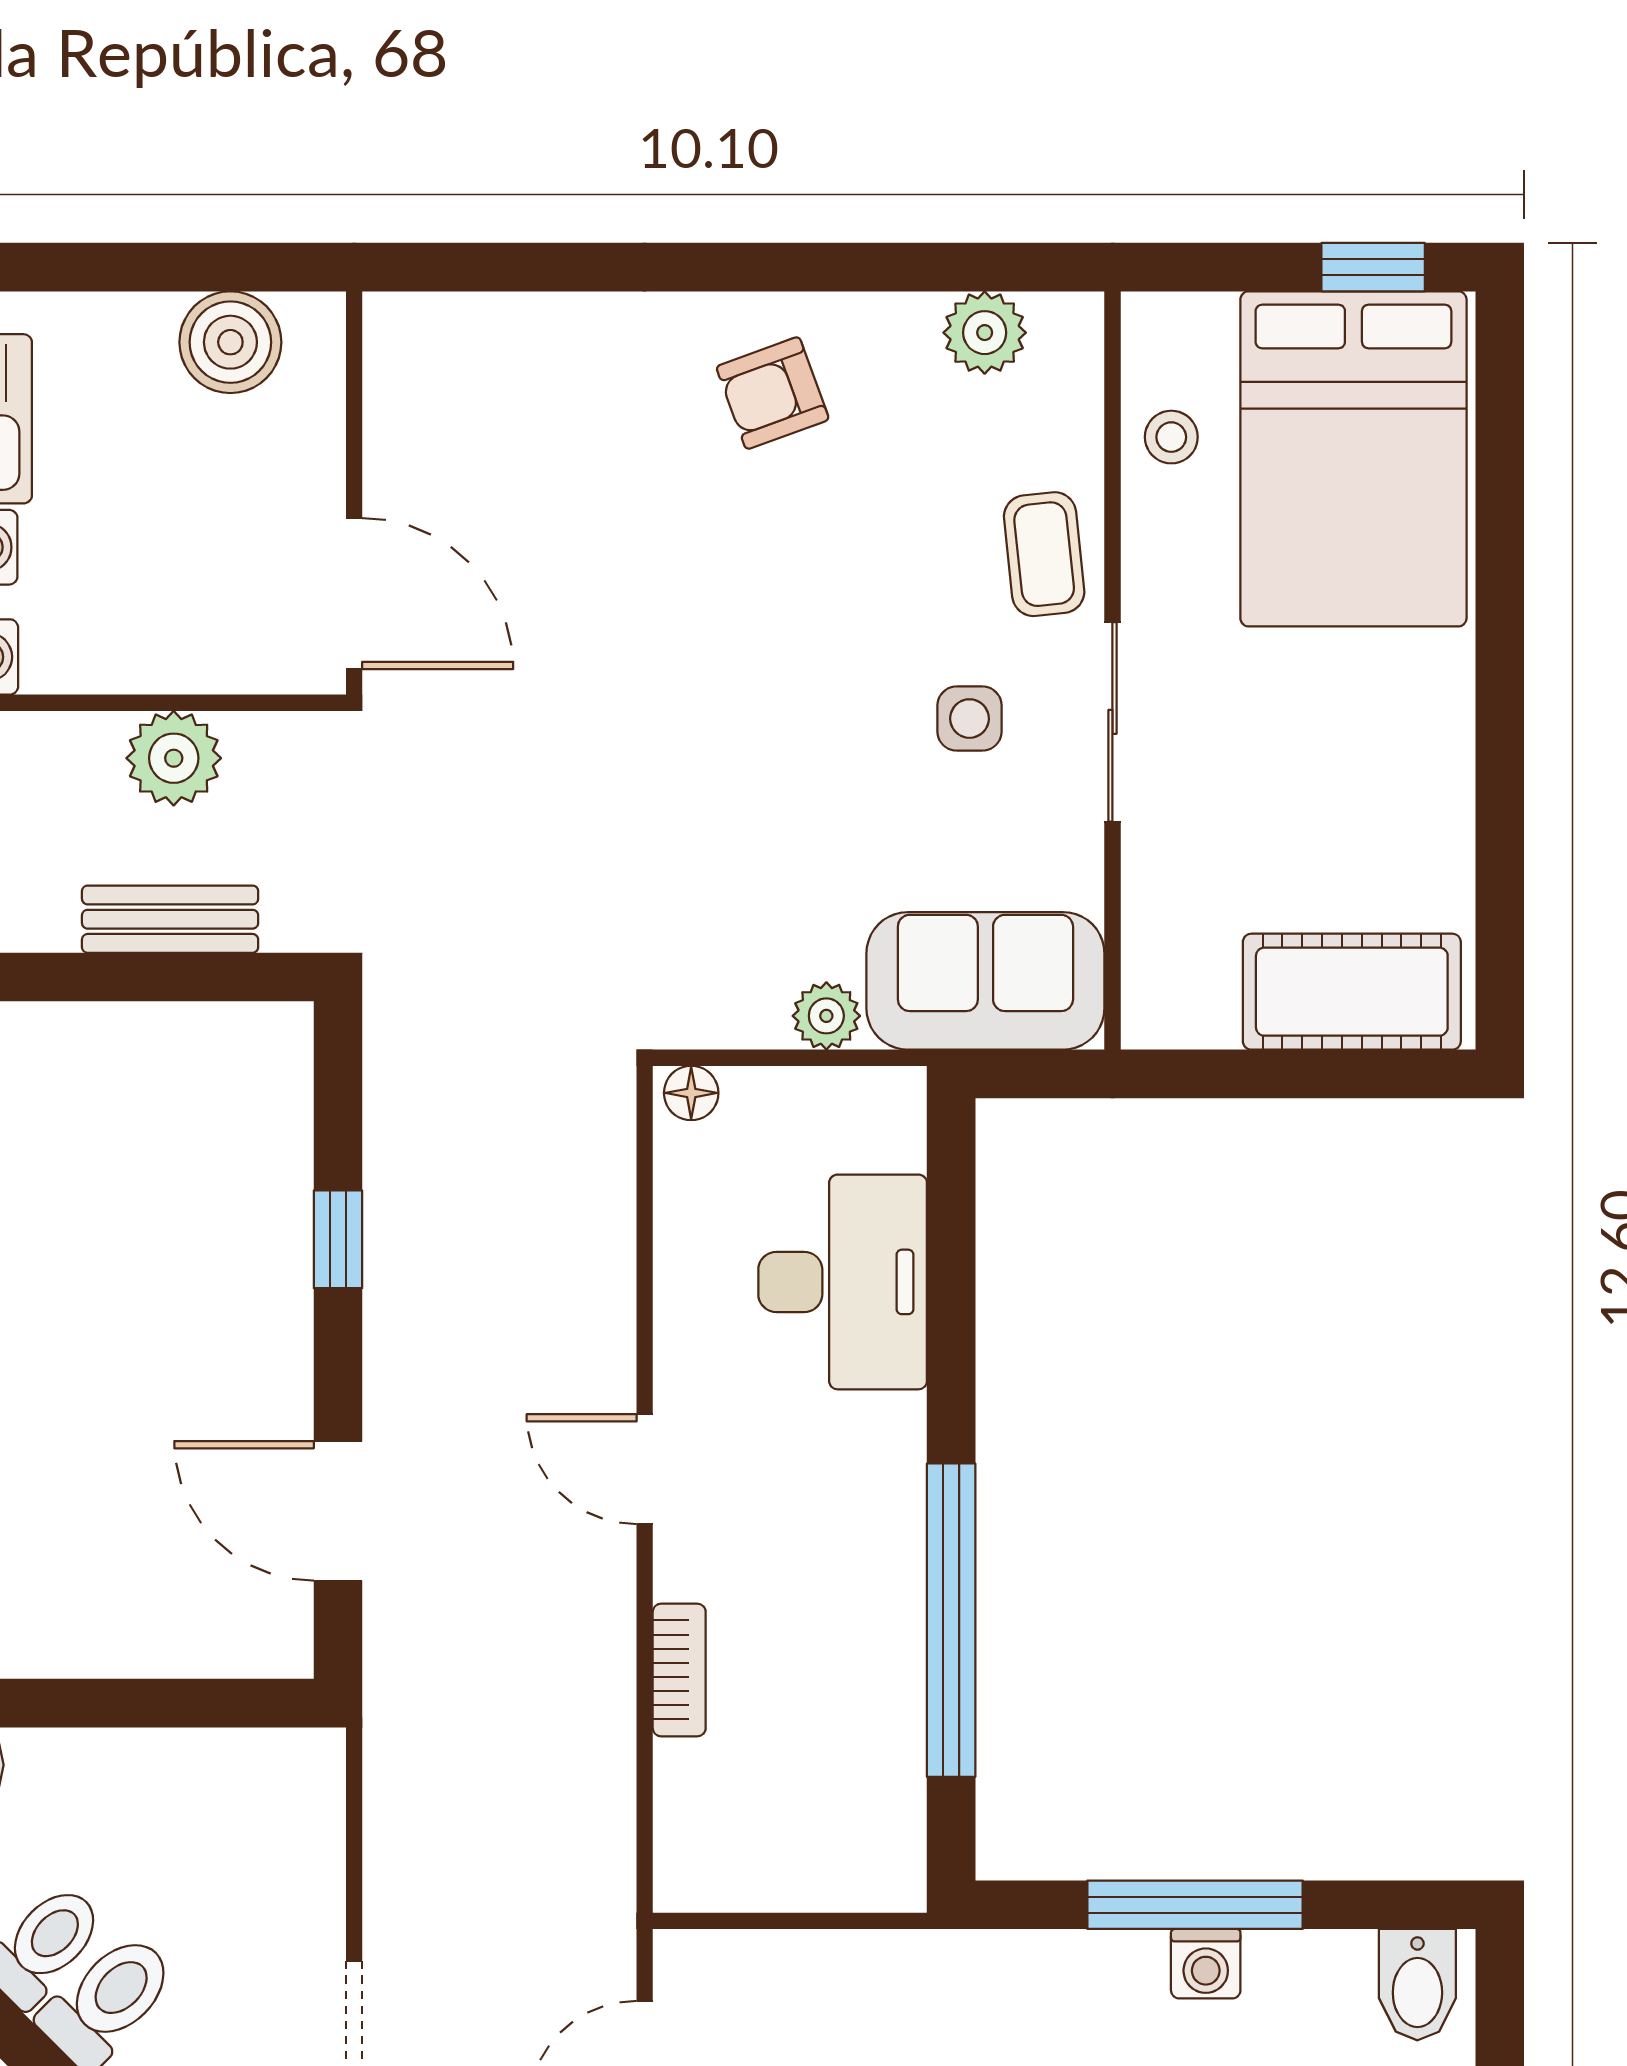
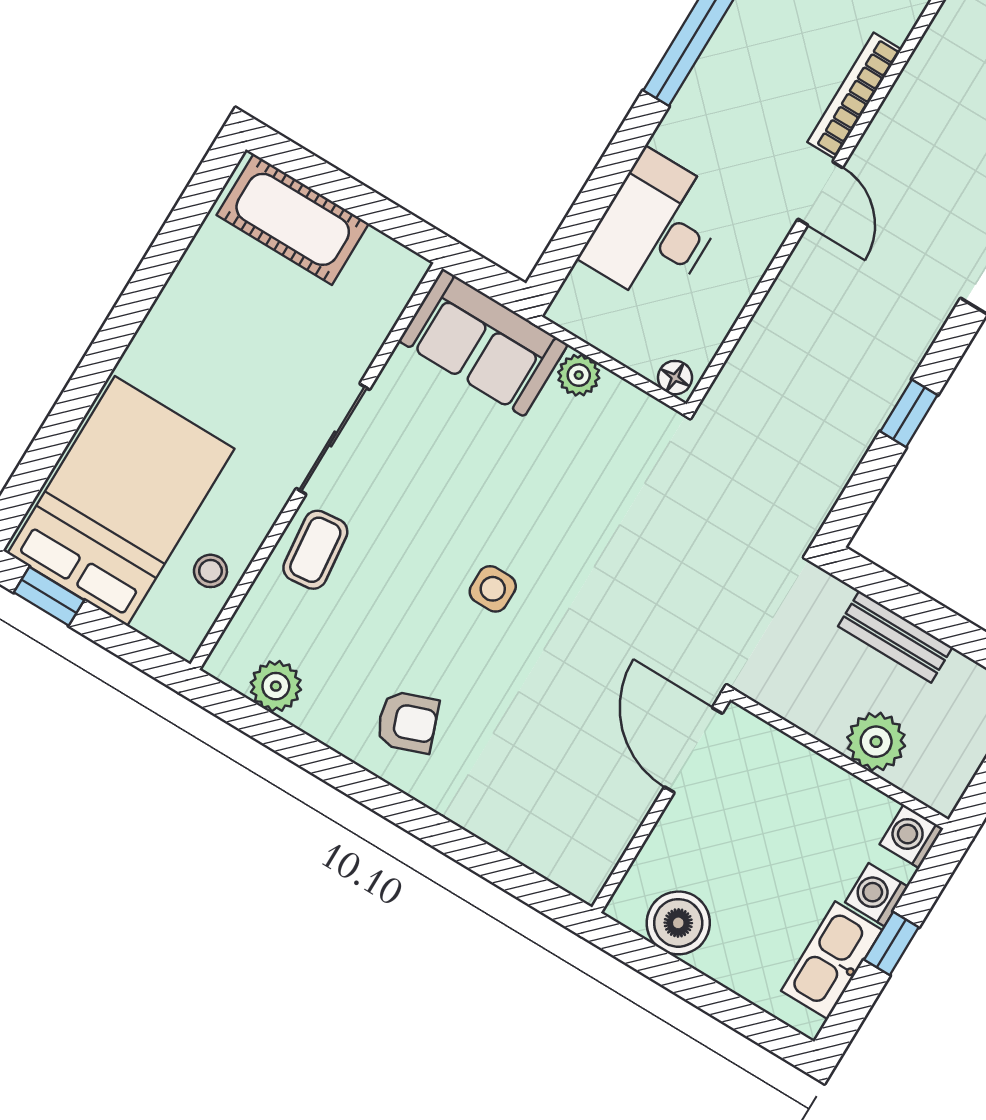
side table: (969, 719) -> (493, 589), moved
plant: (174, 758) -> (876, 742), moved
bookcase: (679, 1670) -> (854, 96), width x1.56

